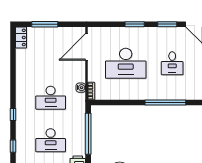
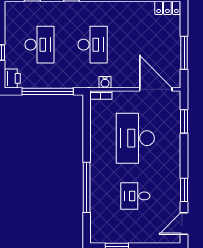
window: (45, 24) -> (184, 53), moved
window: (135, 24) -> (184, 121), moved
desk: (51, 98) -> (93, 45), turned 180
desk: (51, 140) -> (39, 45), turned 180

